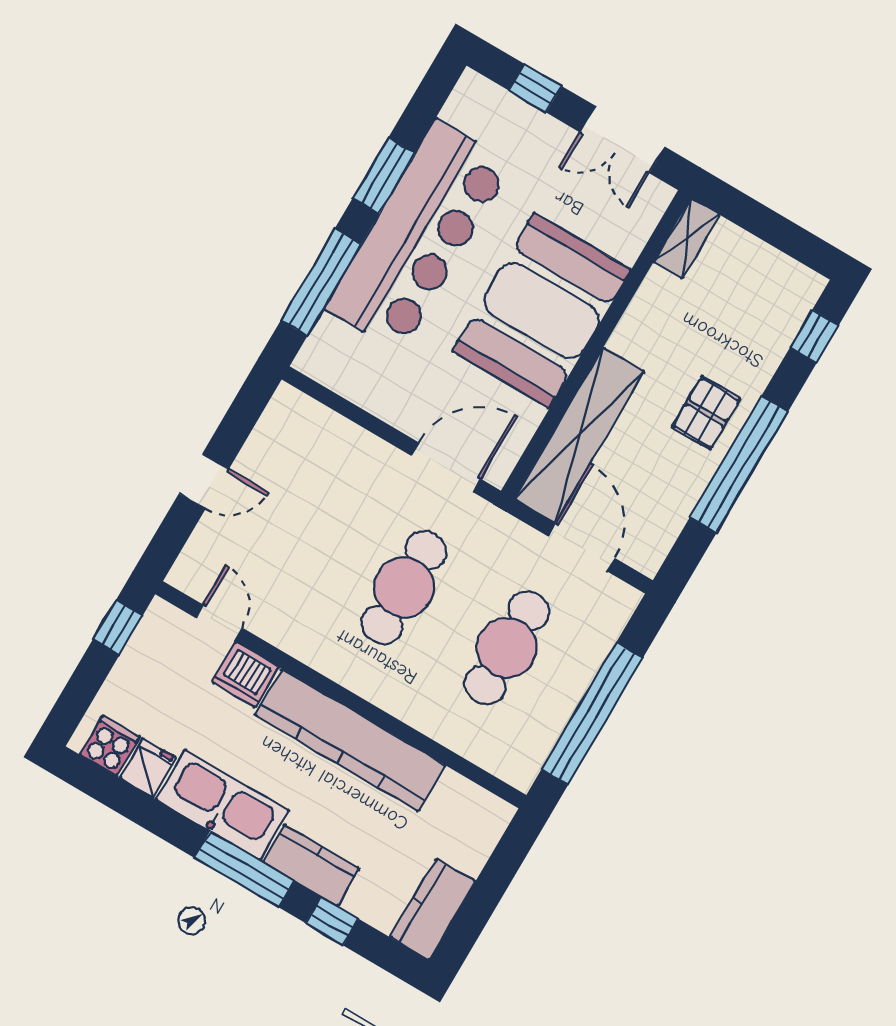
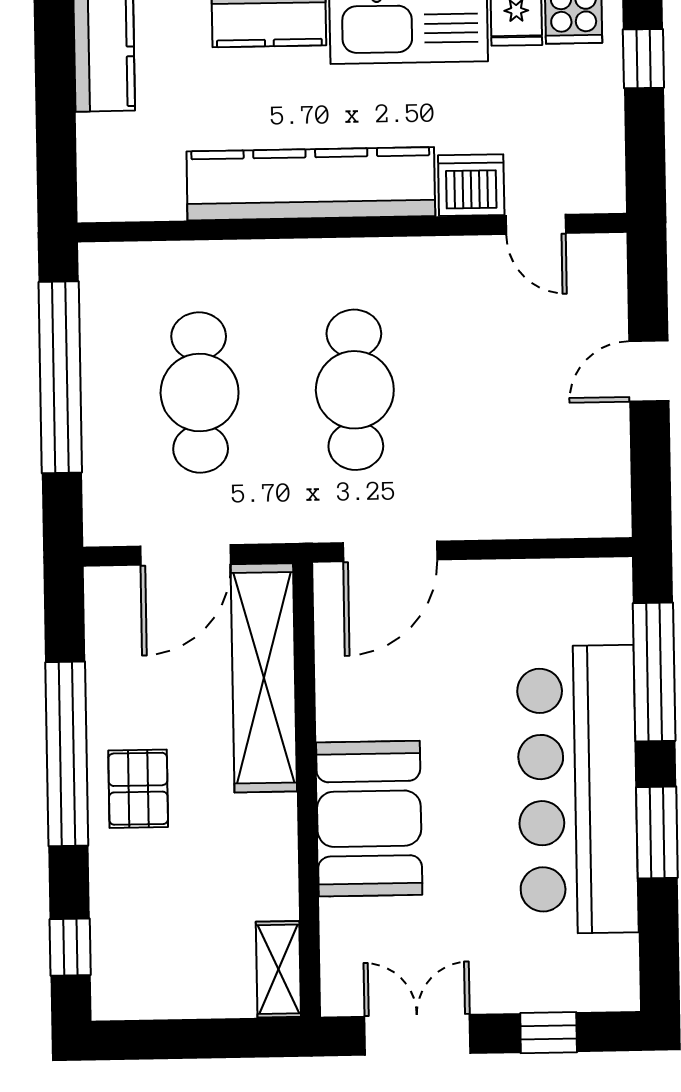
booth: (541, 310) -> (369, 819), width x0.73, depth x0.70
door: (581, 547) -> (185, 555), hinge flipped
window: (118, 627) -> (643, 59), moved

